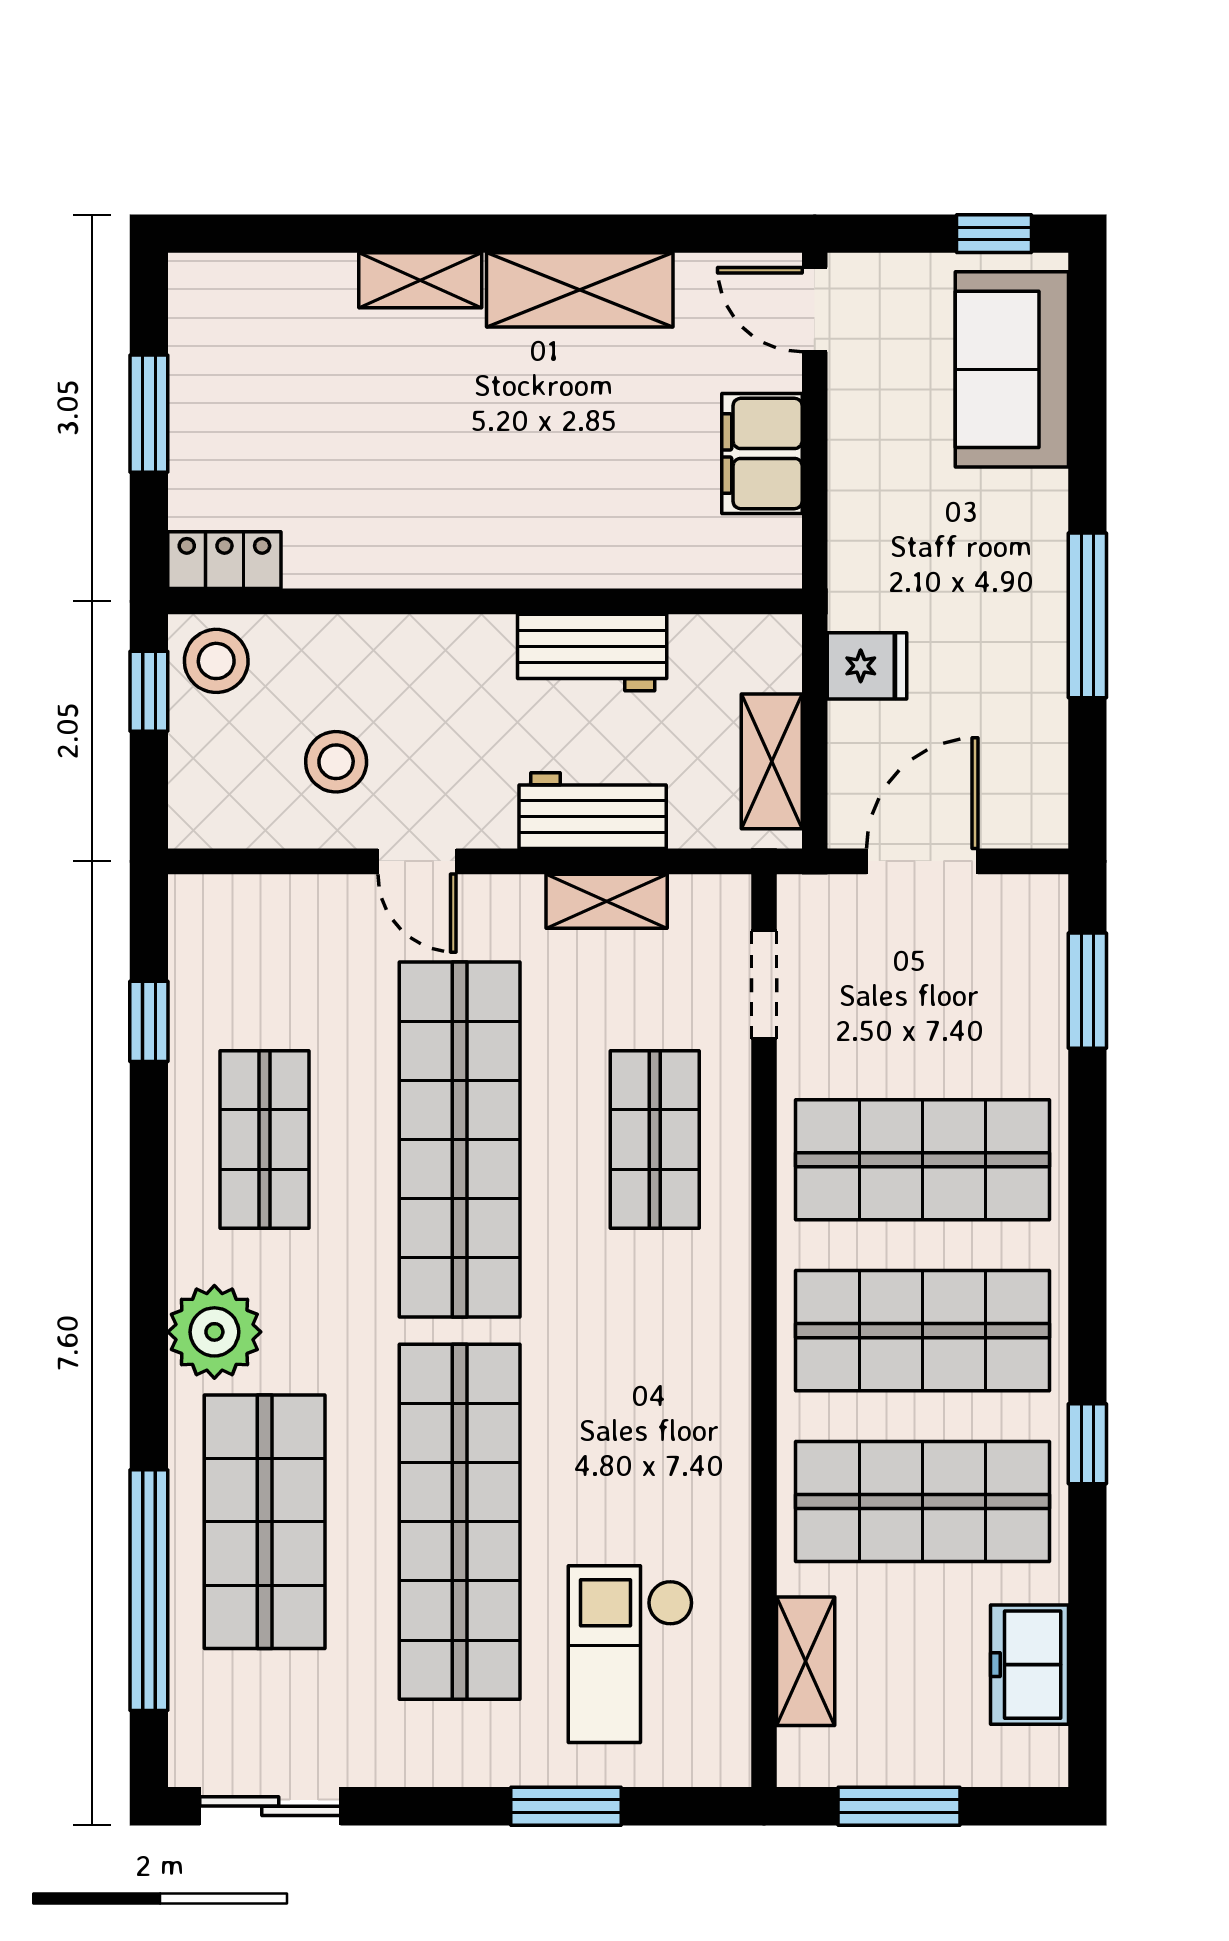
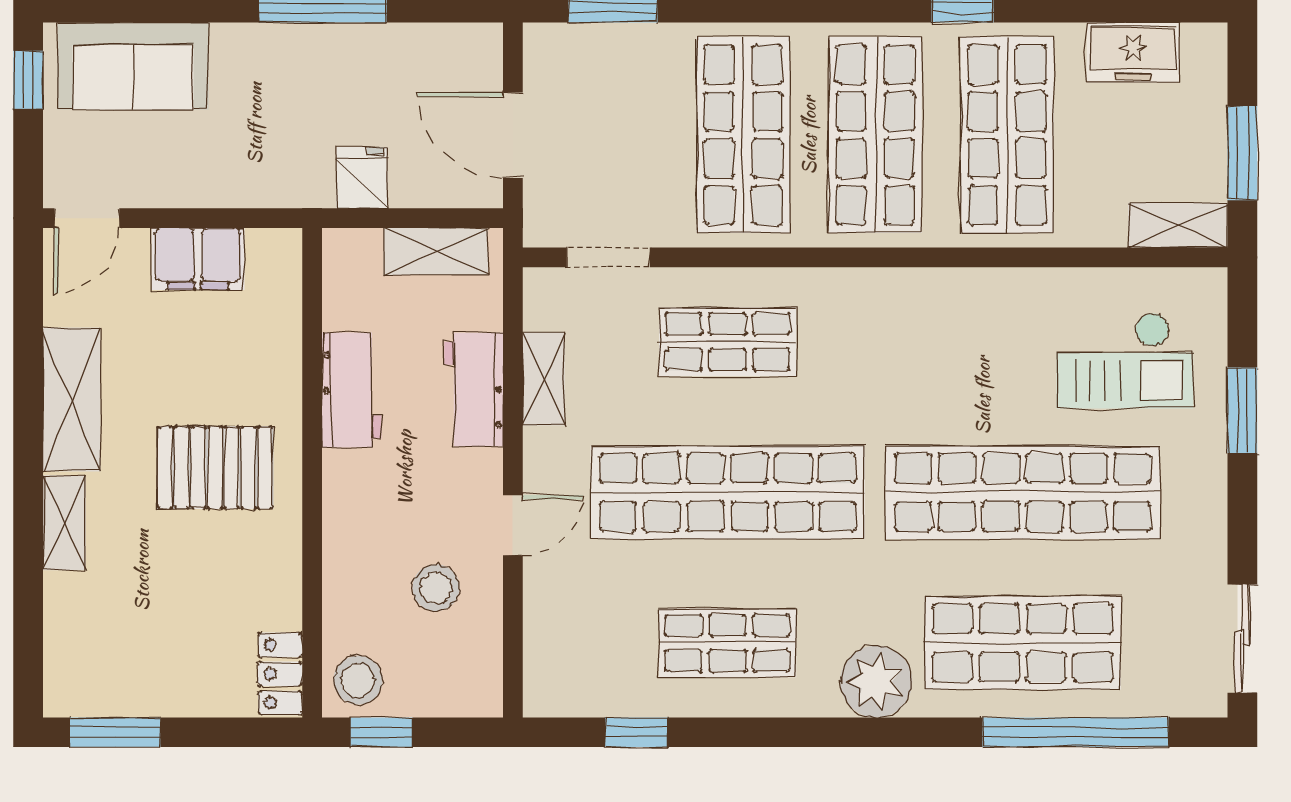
window: (149, 414) -> (115, 732), moved
pallet: (492, 476) -> (215, 468), added
shelving: (806, 1661) -> (1178, 225), moved

